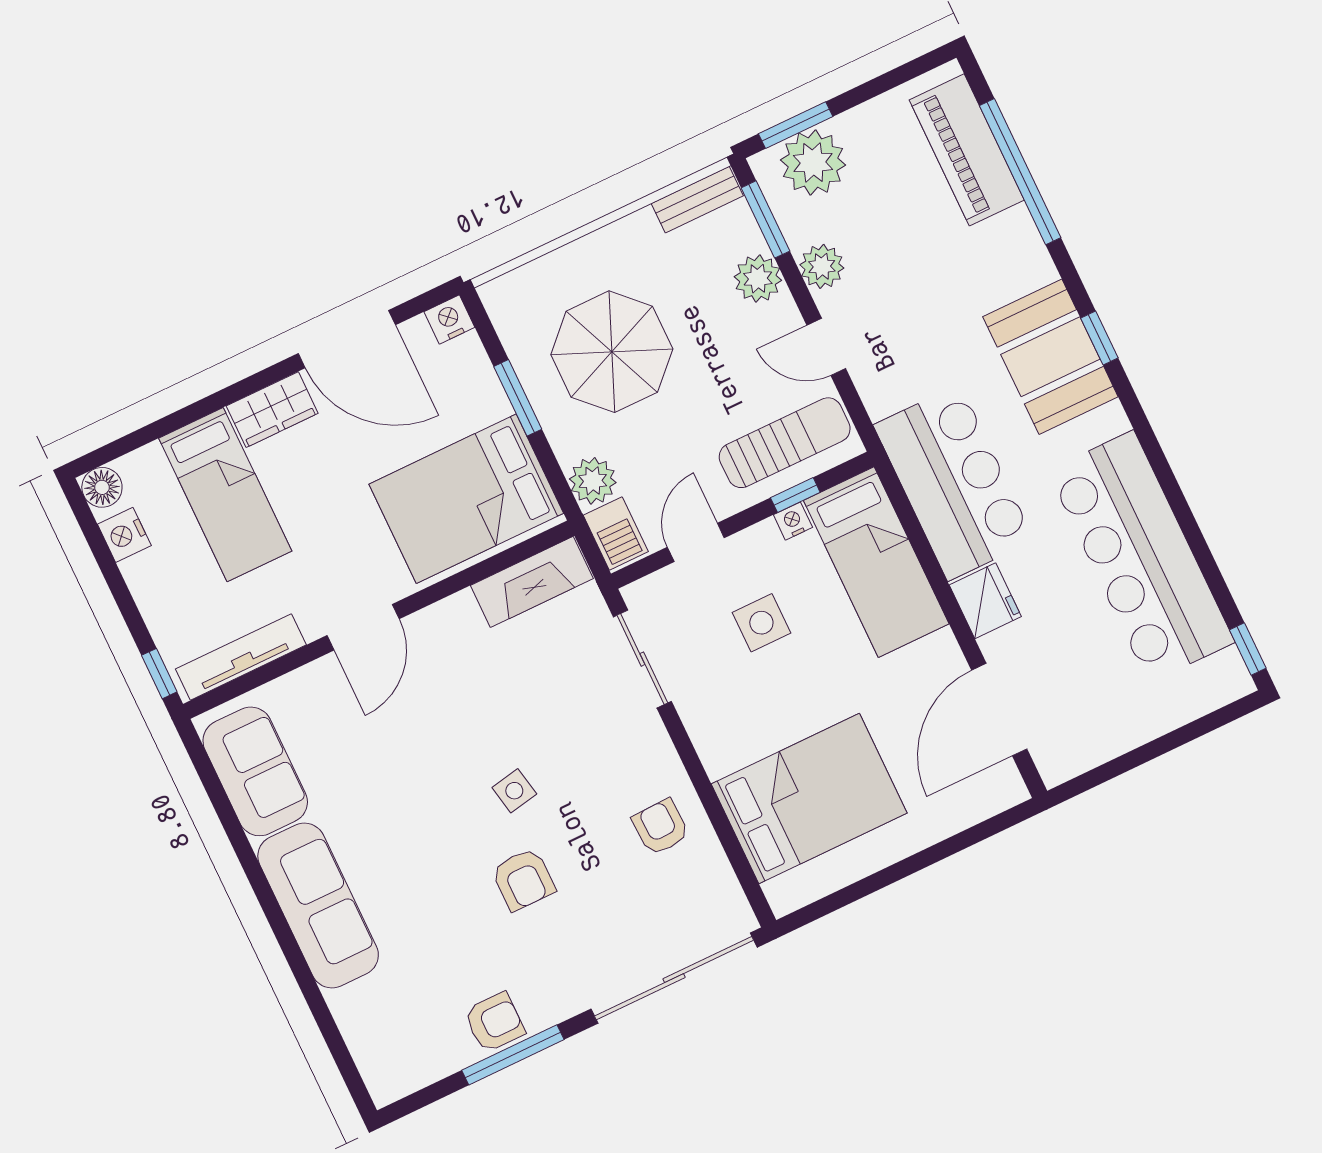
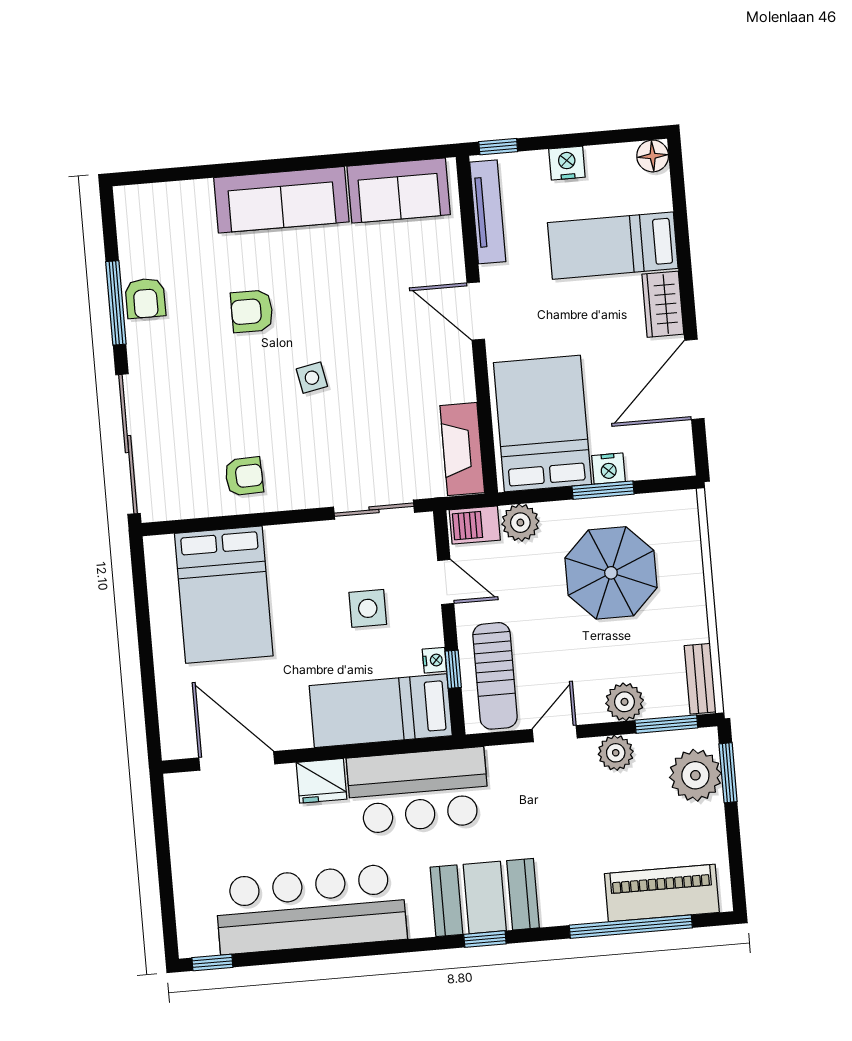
nightstand: (449, 319) -> (609, 469), moved, turned 90
nightstand: (124, 535) -> (567, 163), moved
armchair: (523, 879) -> (252, 311), moved

